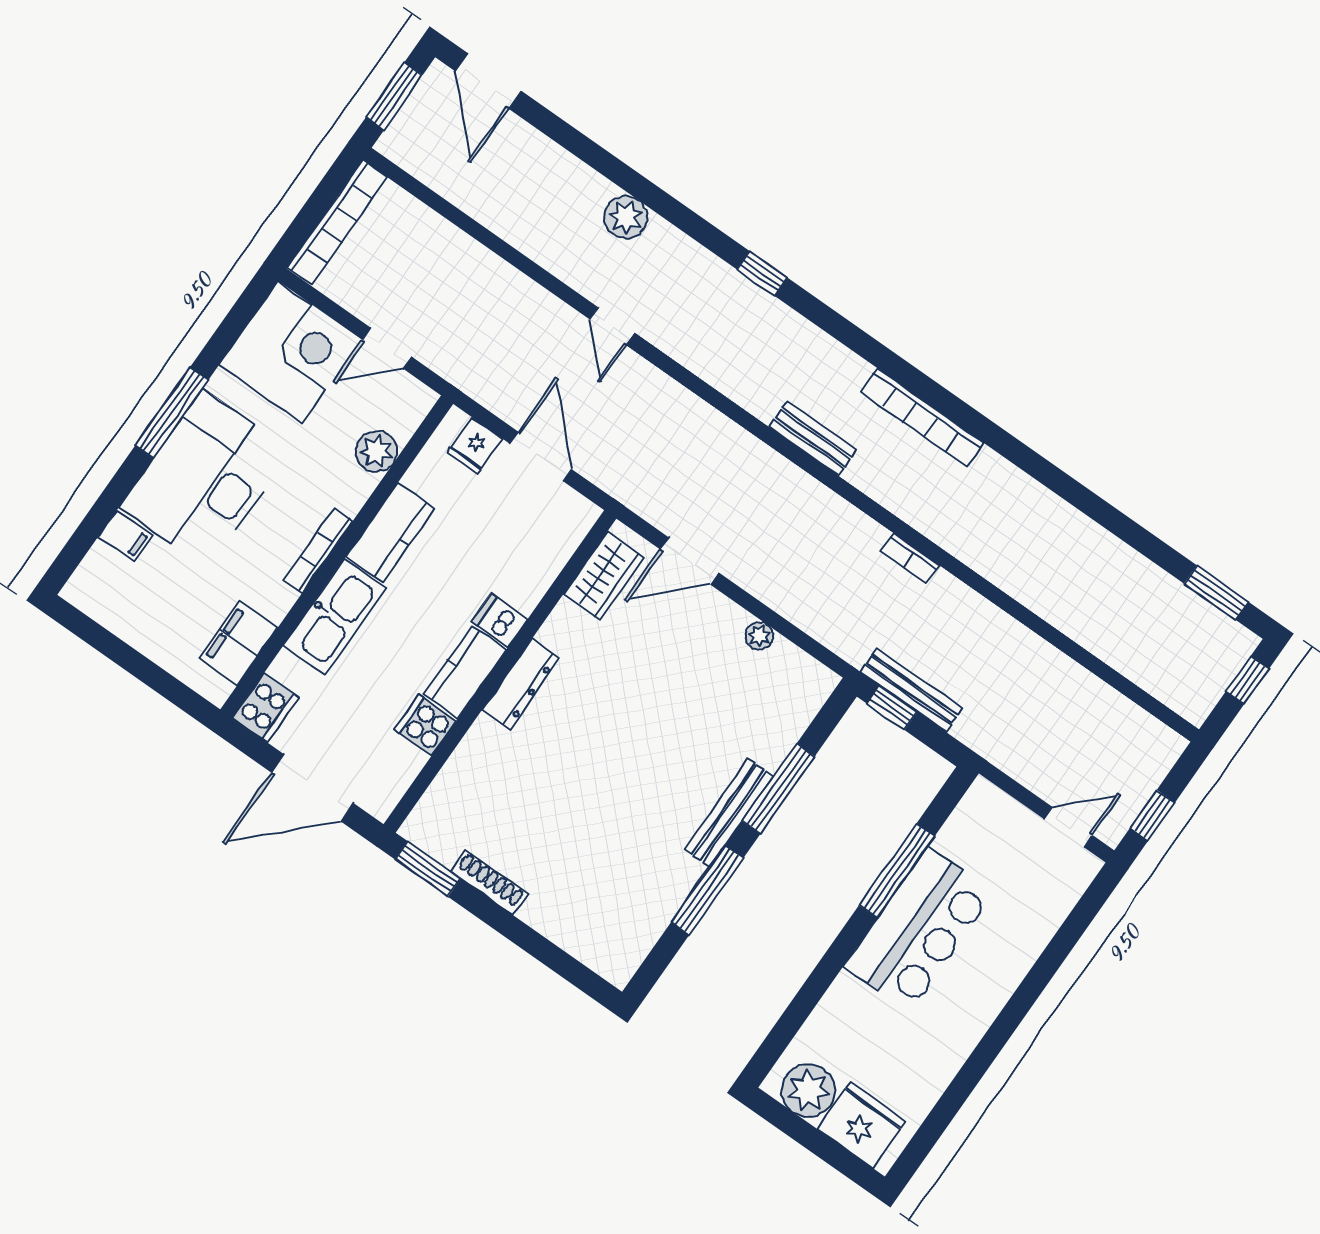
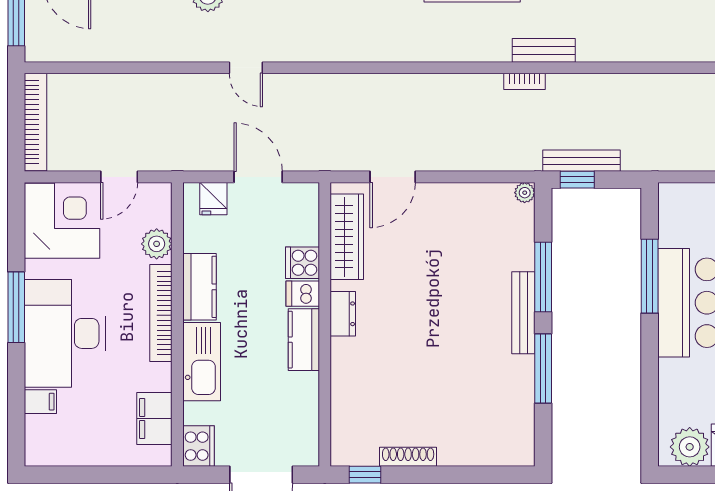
bench: (813, 438) -> (544, 50), moved
bookcase: (318, 551) -> (161, 313), width x1.48, depth x1.31
wardrobe: (603, 576) -> (347, 237), width x1.50
plant: (759, 636) -> (525, 193), moved
dresser: (521, 684) -> (343, 314), width x0.70
cooker: (425, 725) -> (302, 263), moved
window: (428, 869) -> (365, 475), width x0.67

